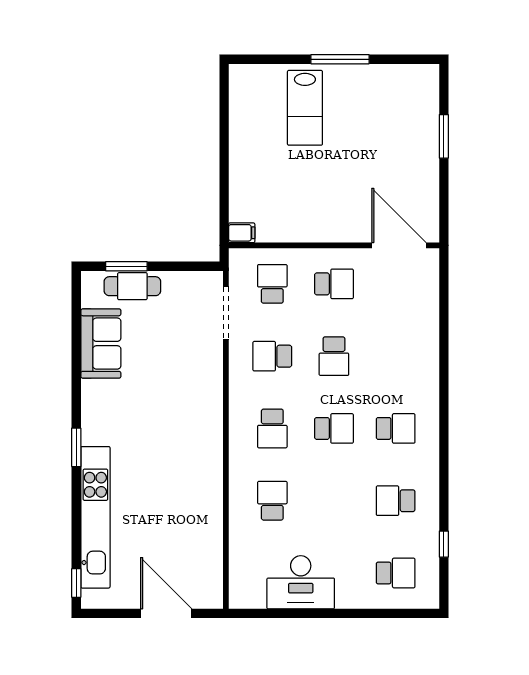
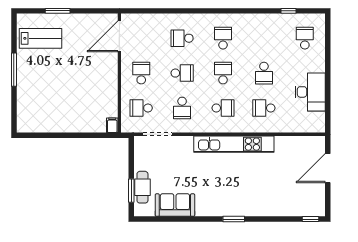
lab bench: (305, 108) -> (40, 38), moved
school desk: (396, 356) -> (182, 38), added
school desk: (396, 501) -> (264, 73), moved
kitchen unit: (95, 517) -> (234, 144), moved, turned 180

